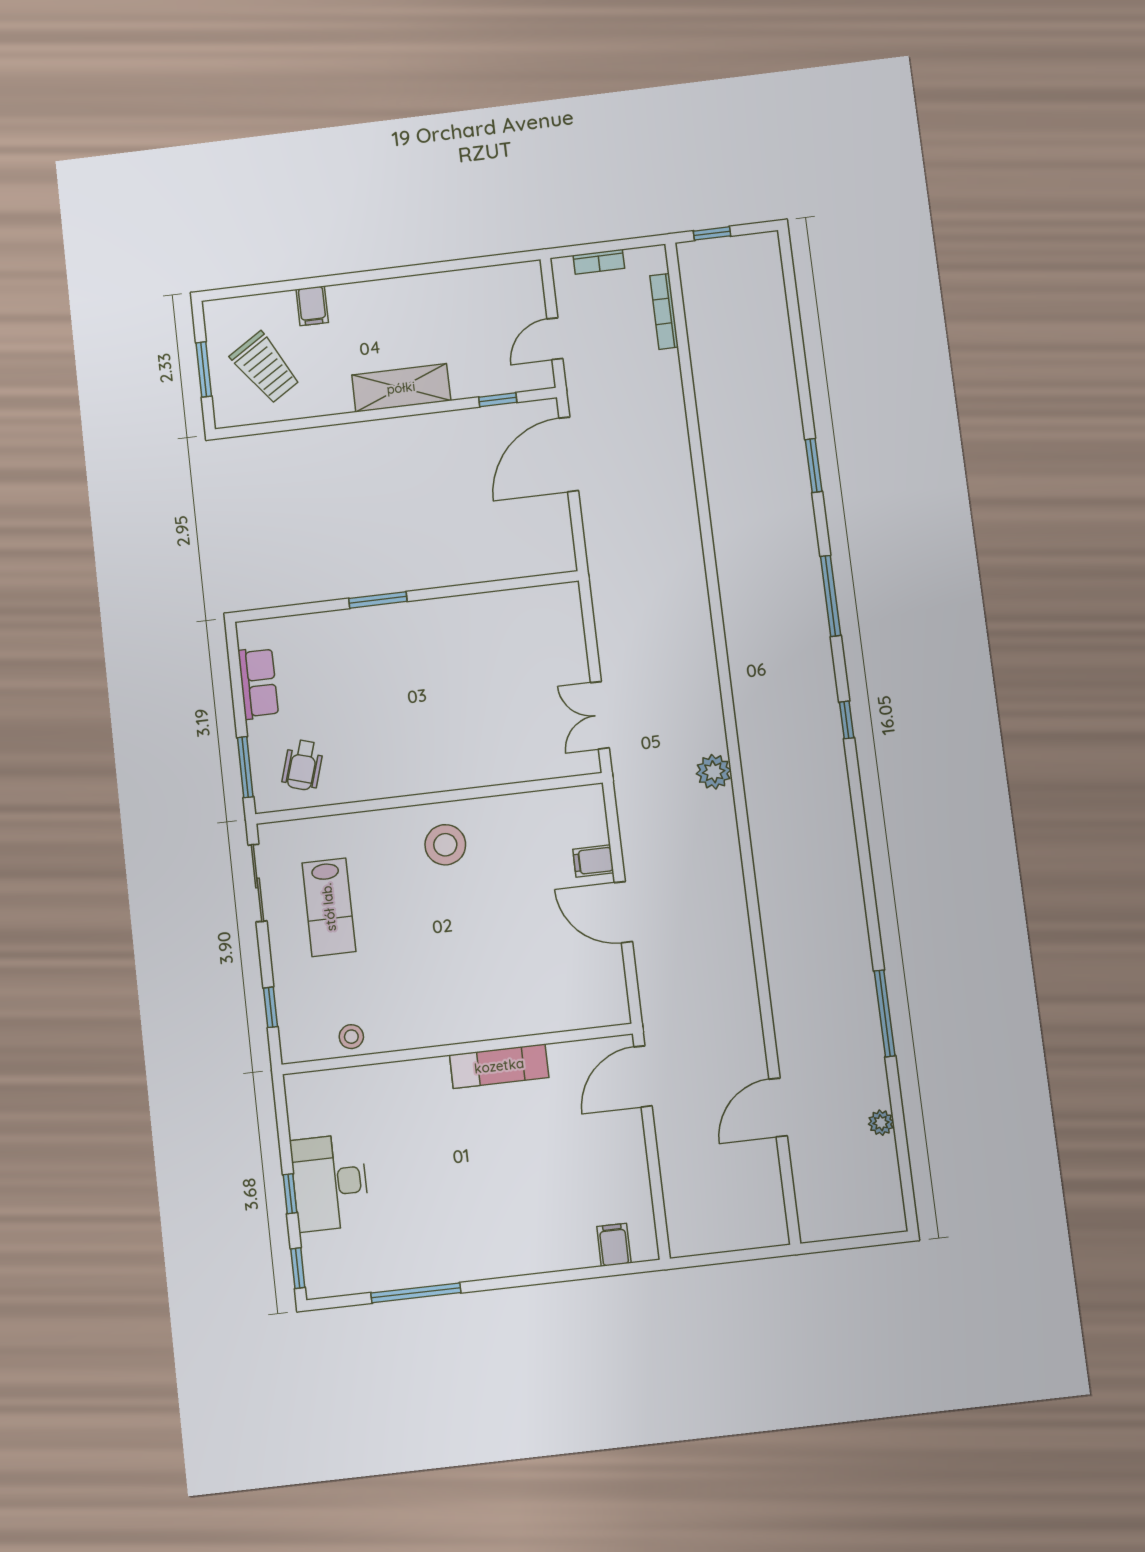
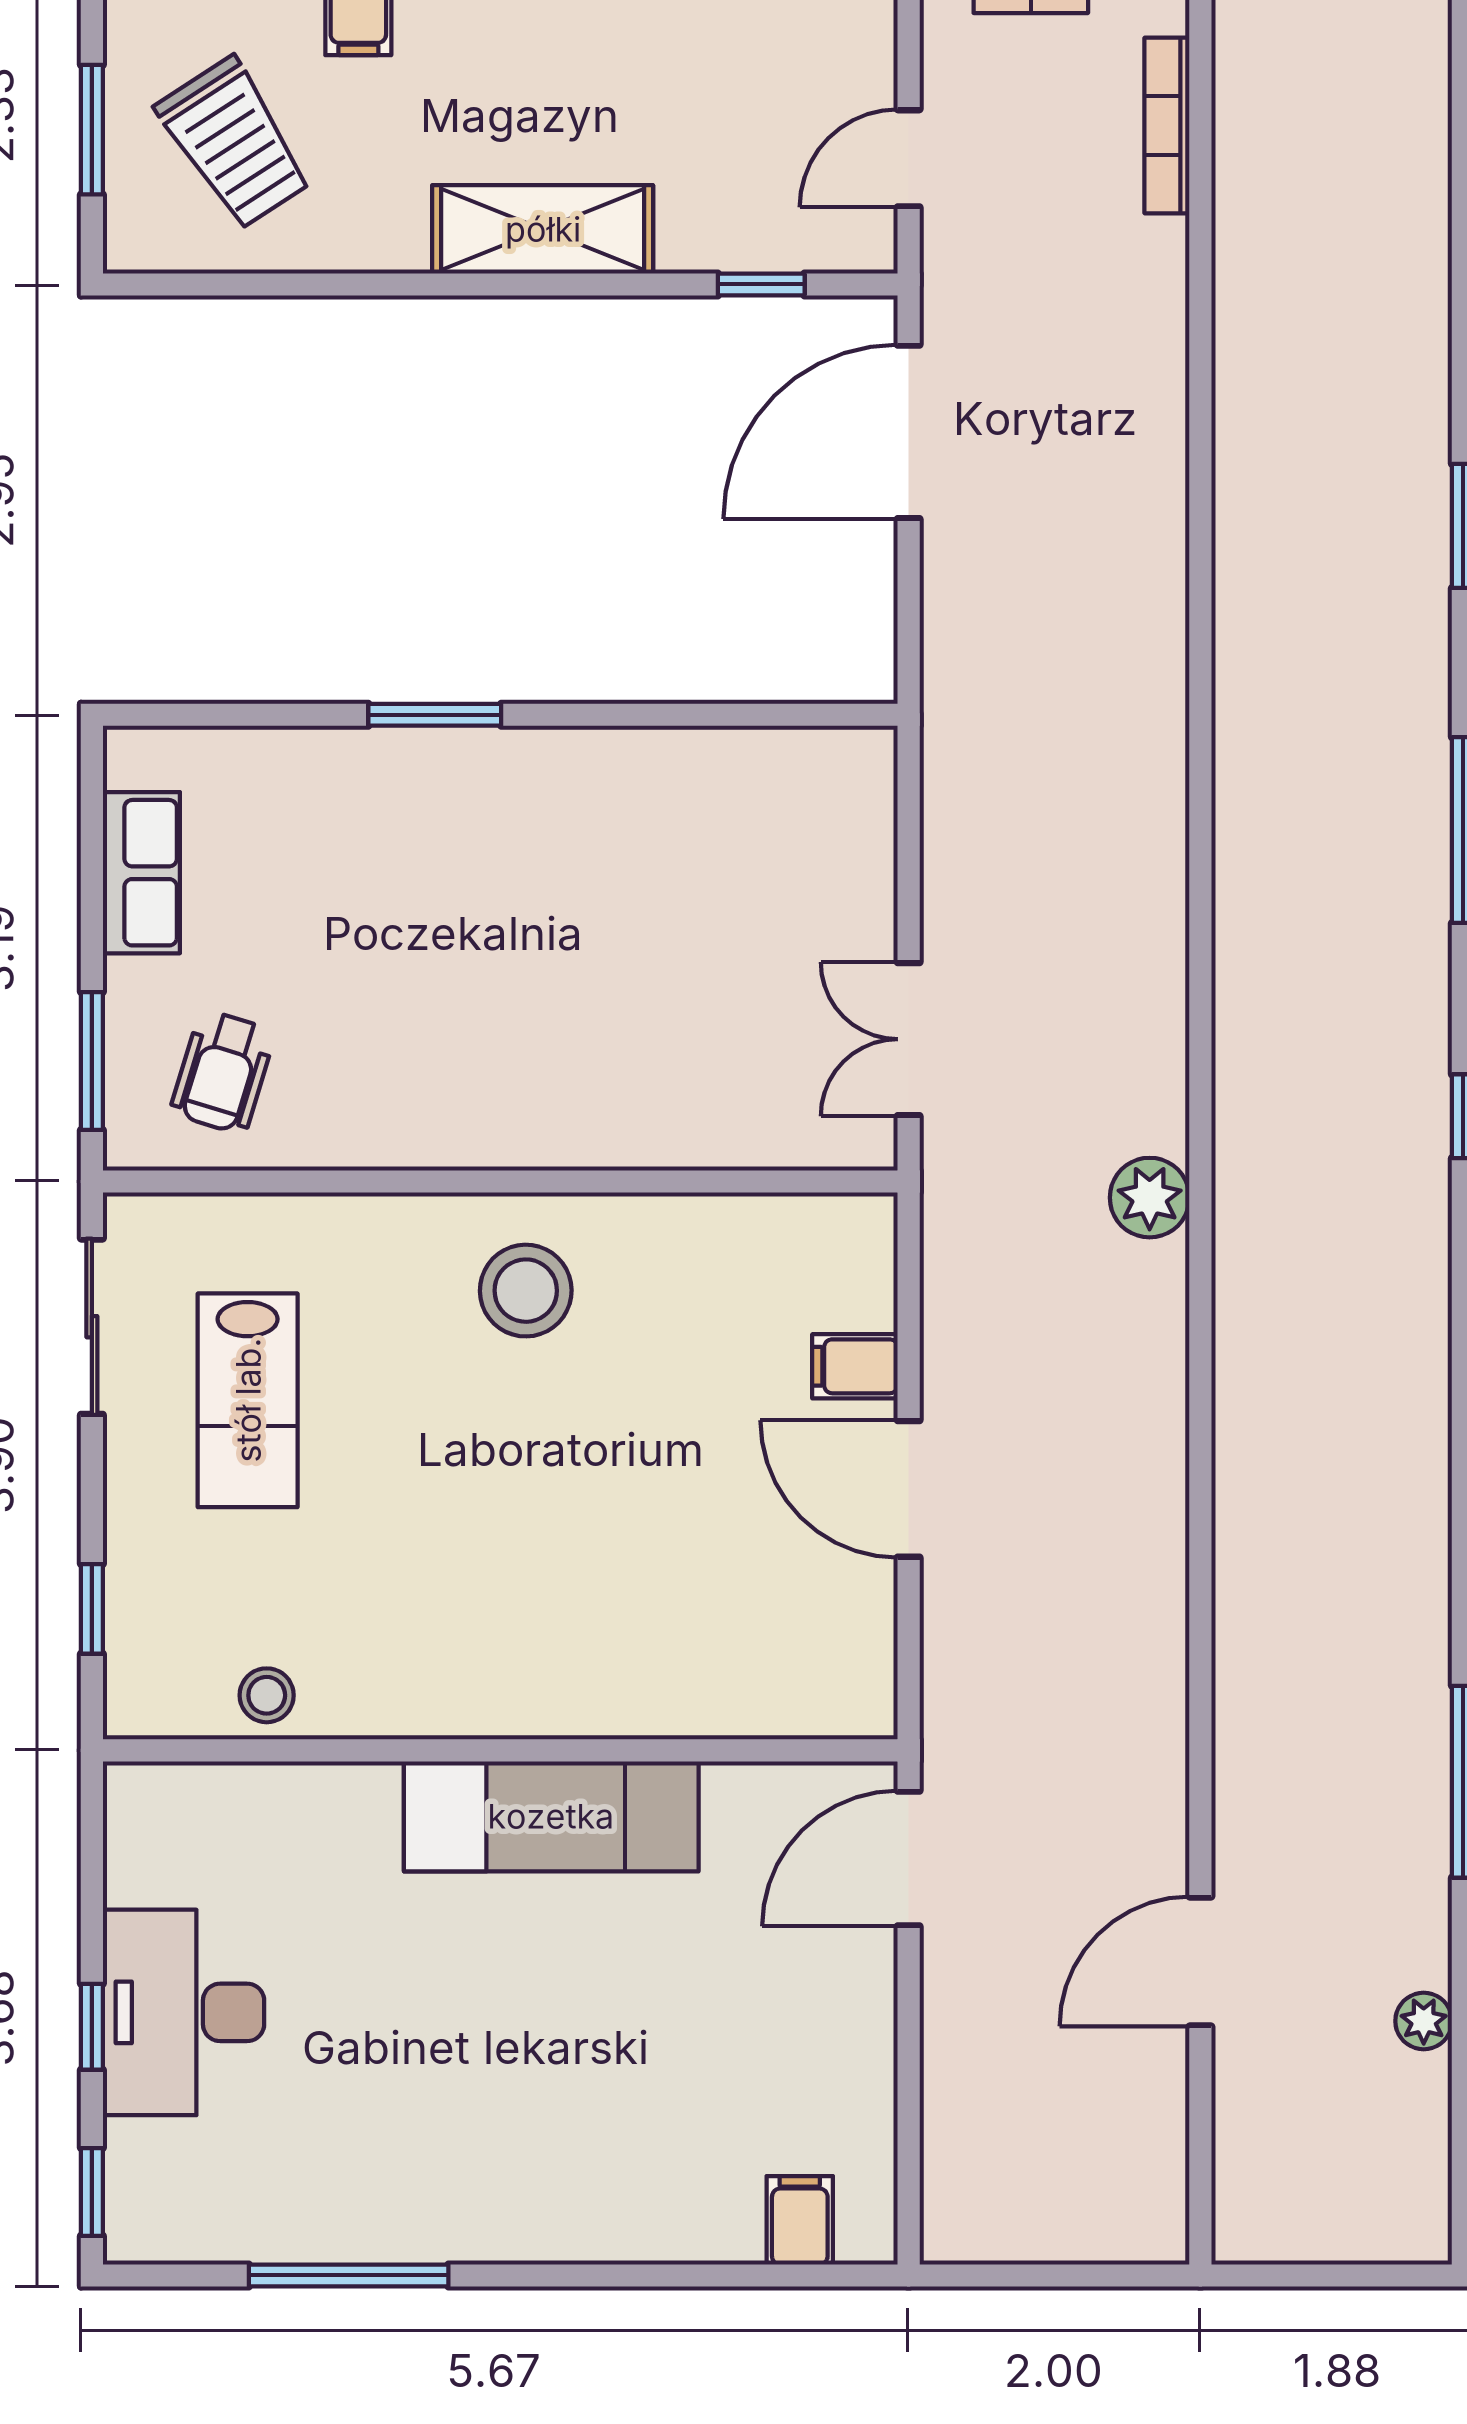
exam couch: (499, 1066) -> (551, 1816), width x1.36, depth x1.45

